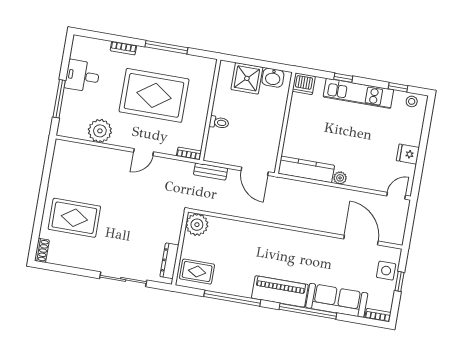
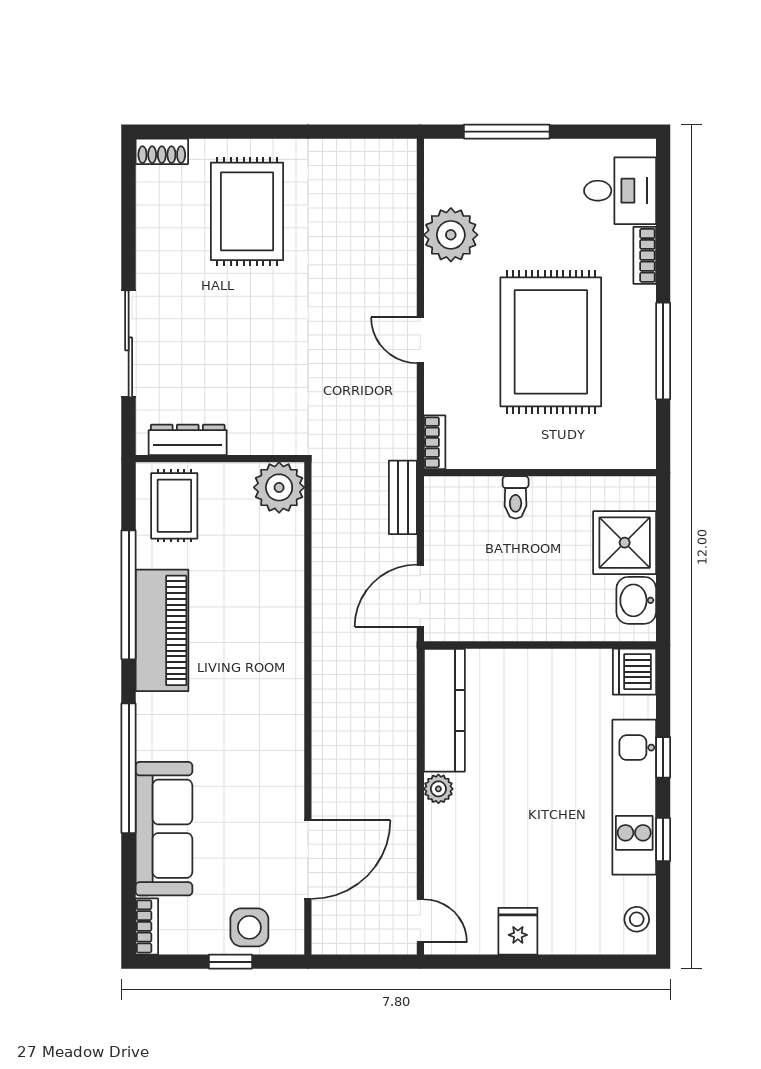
desk: (82, 76) -> (620, 191), moved, turned 90
window: (398, 87) -> (663, 840), moved
piano: (280, 291) -> (162, 630), moved

